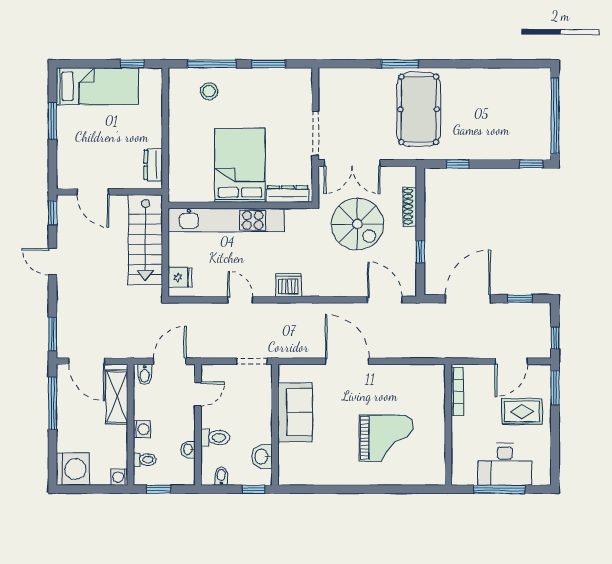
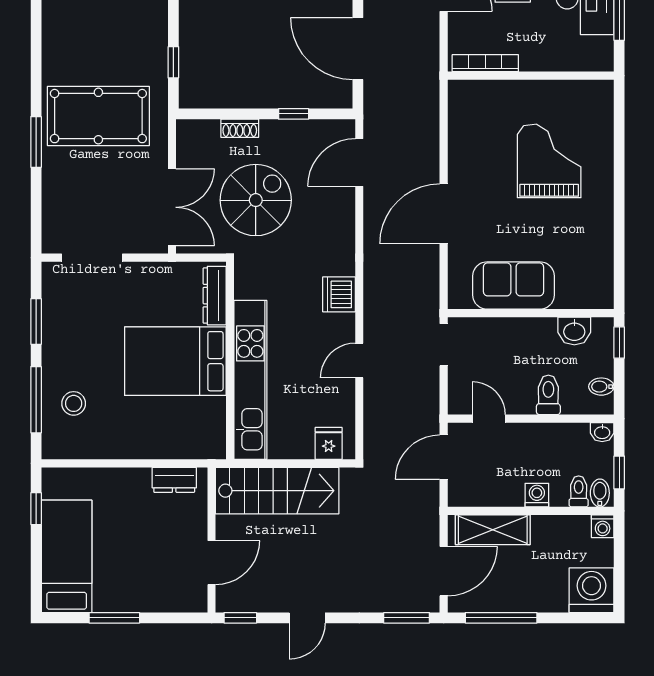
doorway: (315, 133) -> (92, 258), moved
shoe rack: (410, 207) -> (240, 128), width x0.70
door: (170, 361) -> (444, 457), hinge flipped
bidet: (145, 374) -> (600, 493), moved, turned -90
washbasin: (188, 449) -> (602, 432), moved

